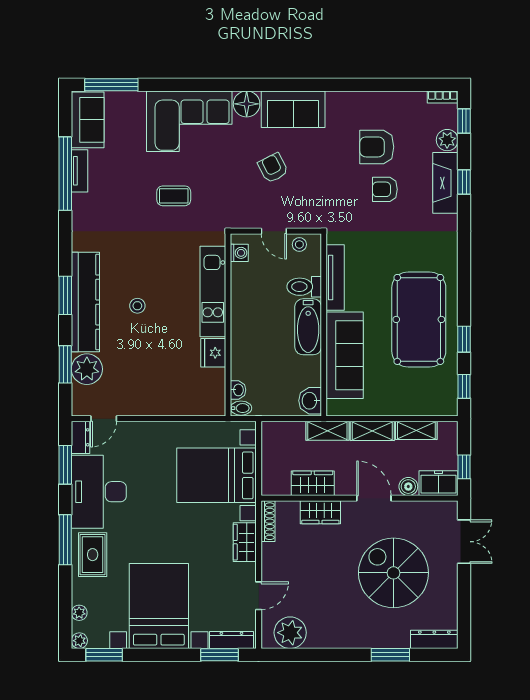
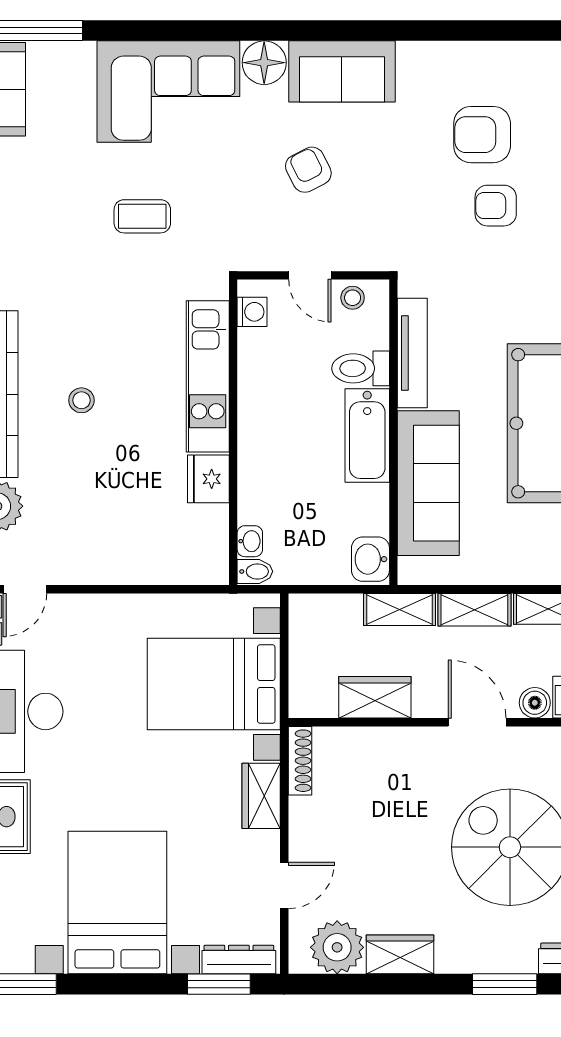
wardrobe: (320, 512) -> (400, 954), moved, turned 180

